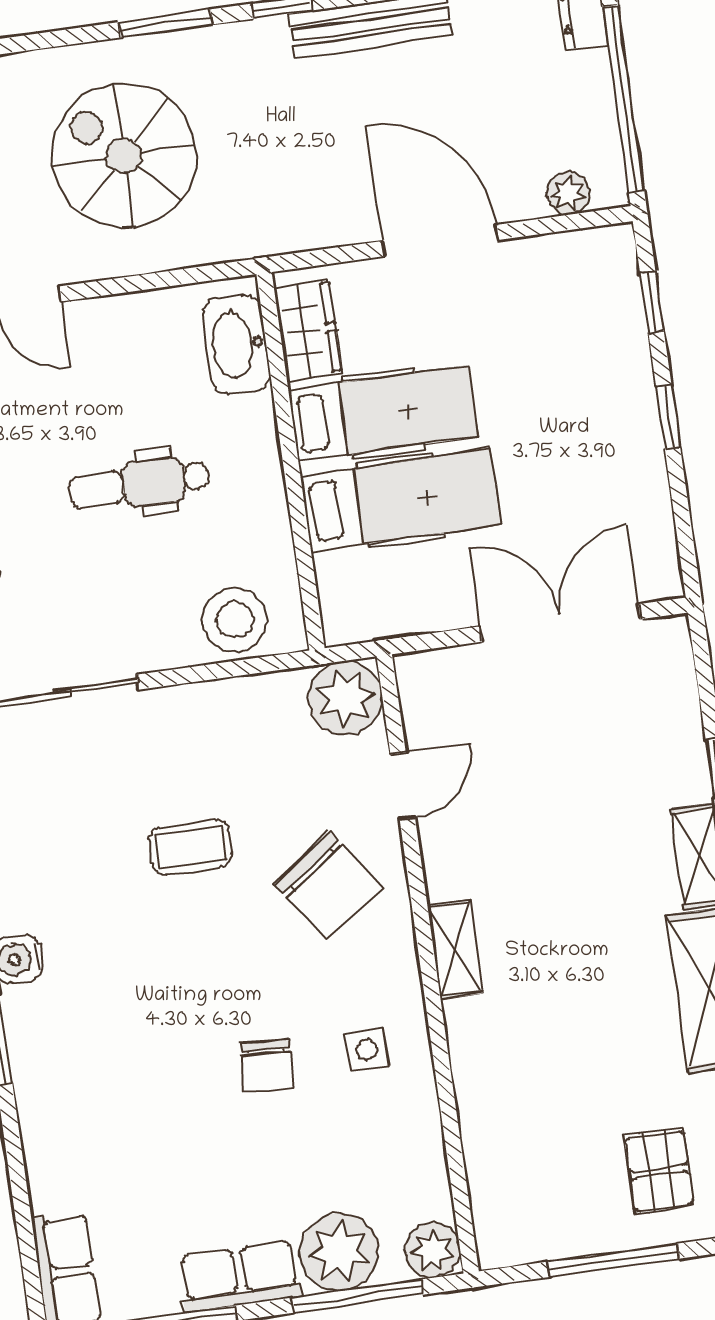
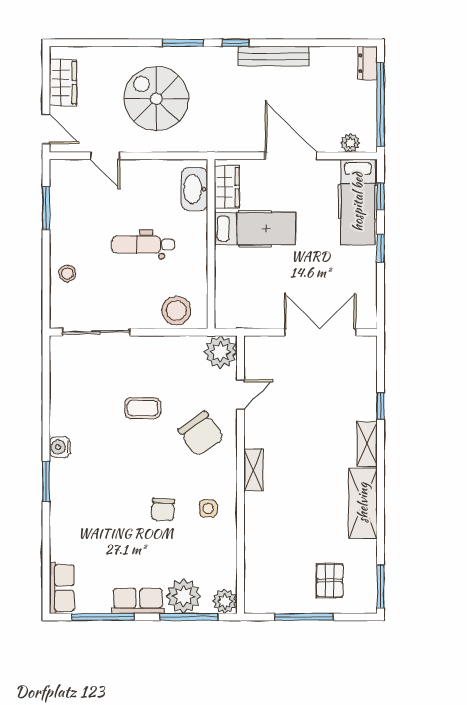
hospital bed: (401, 500) -> (358, 202), moved, turned 90

